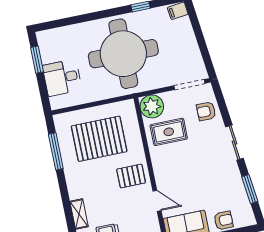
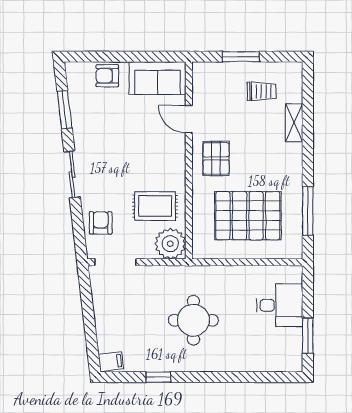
round table: (123, 54) -> (193, 320), width x0.54, depth x0.54
armchair: (206, 111) -> (101, 223), turned -90
pallet: (131, 176) -> (216, 158), turned 90

